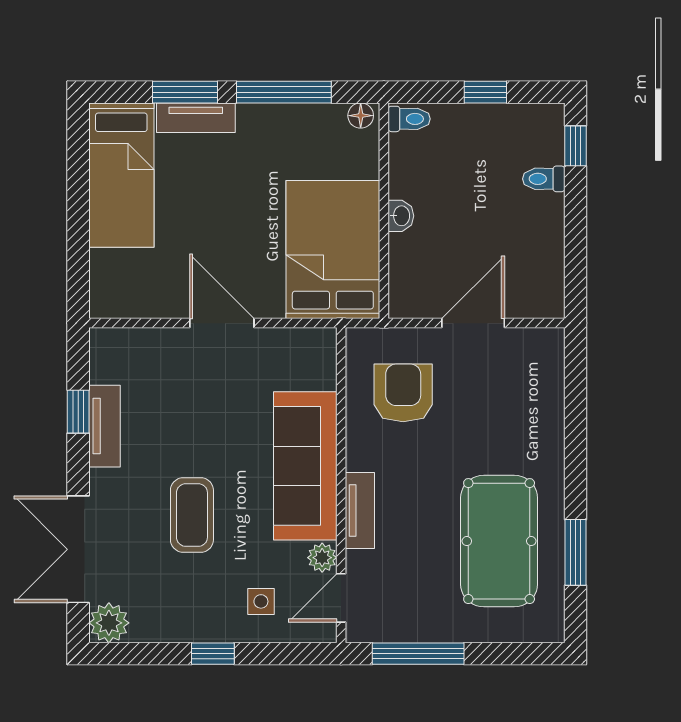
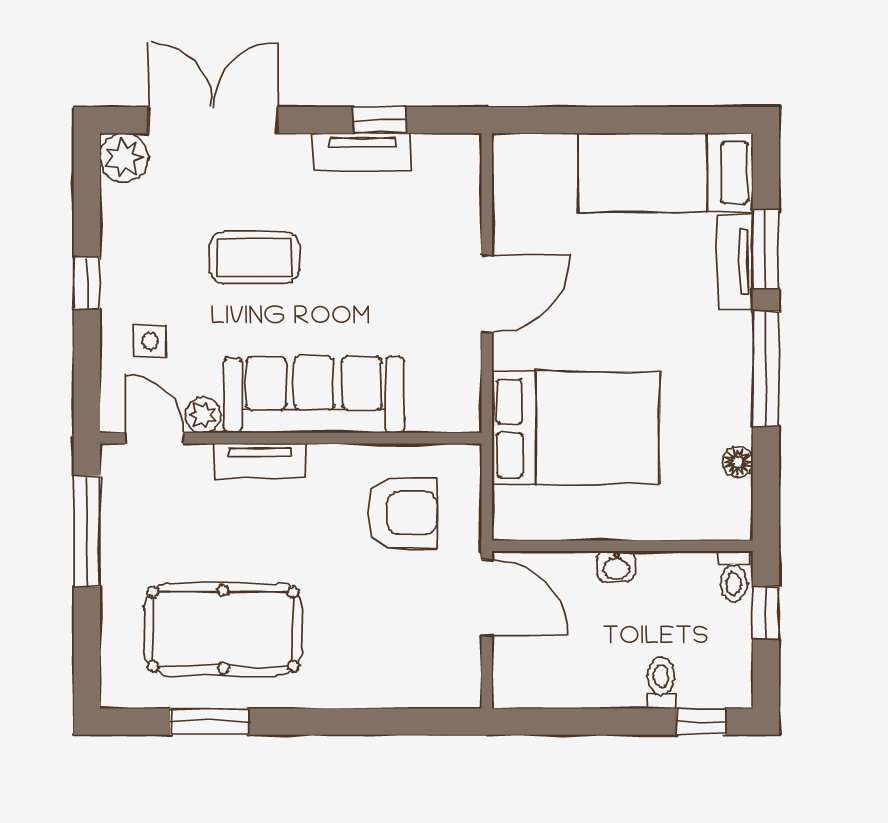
toilet: (409, 119) -> (734, 576), moved
wall: (384, 211) -> (622, 546), moved
washbasin: (401, 216) -> (616, 566), moved

